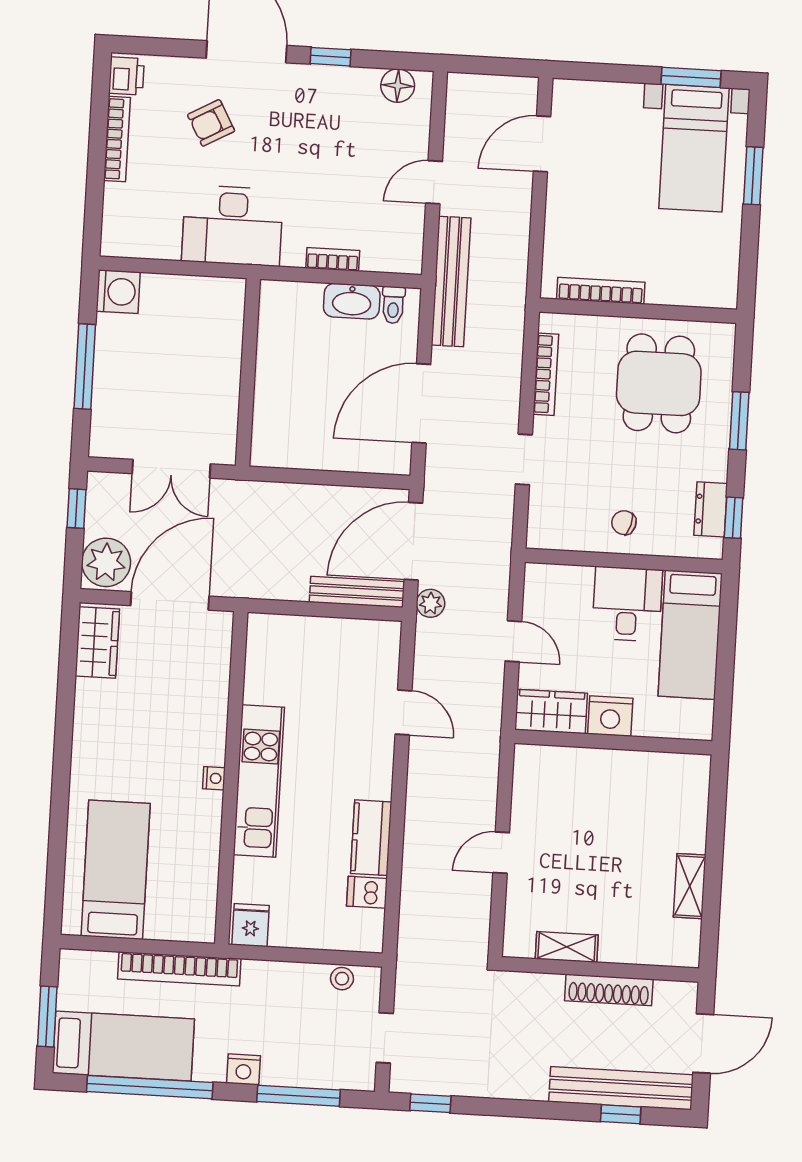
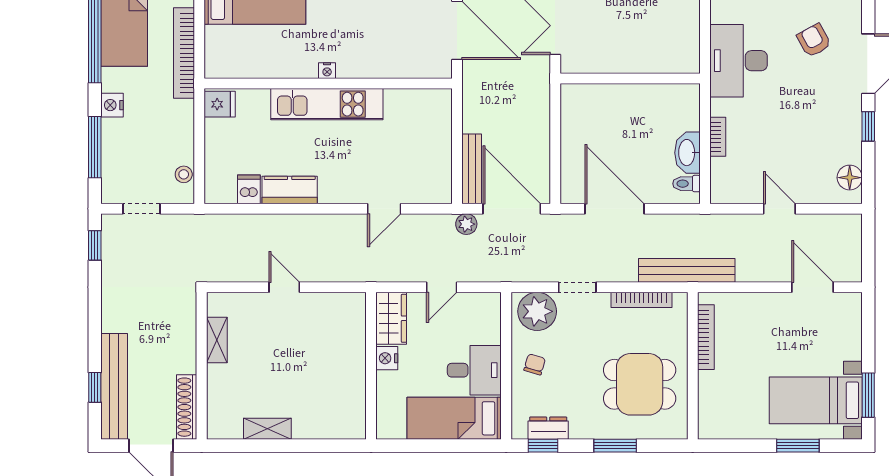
bench: (451, 281) -> (687, 270), moved
plant: (553, 515) -> (537, 311), added
nightstand: (610, 716) -> (387, 358), width x0.74, depth x0.75
shoe rack: (609, 990) -> (187, 407), moved

